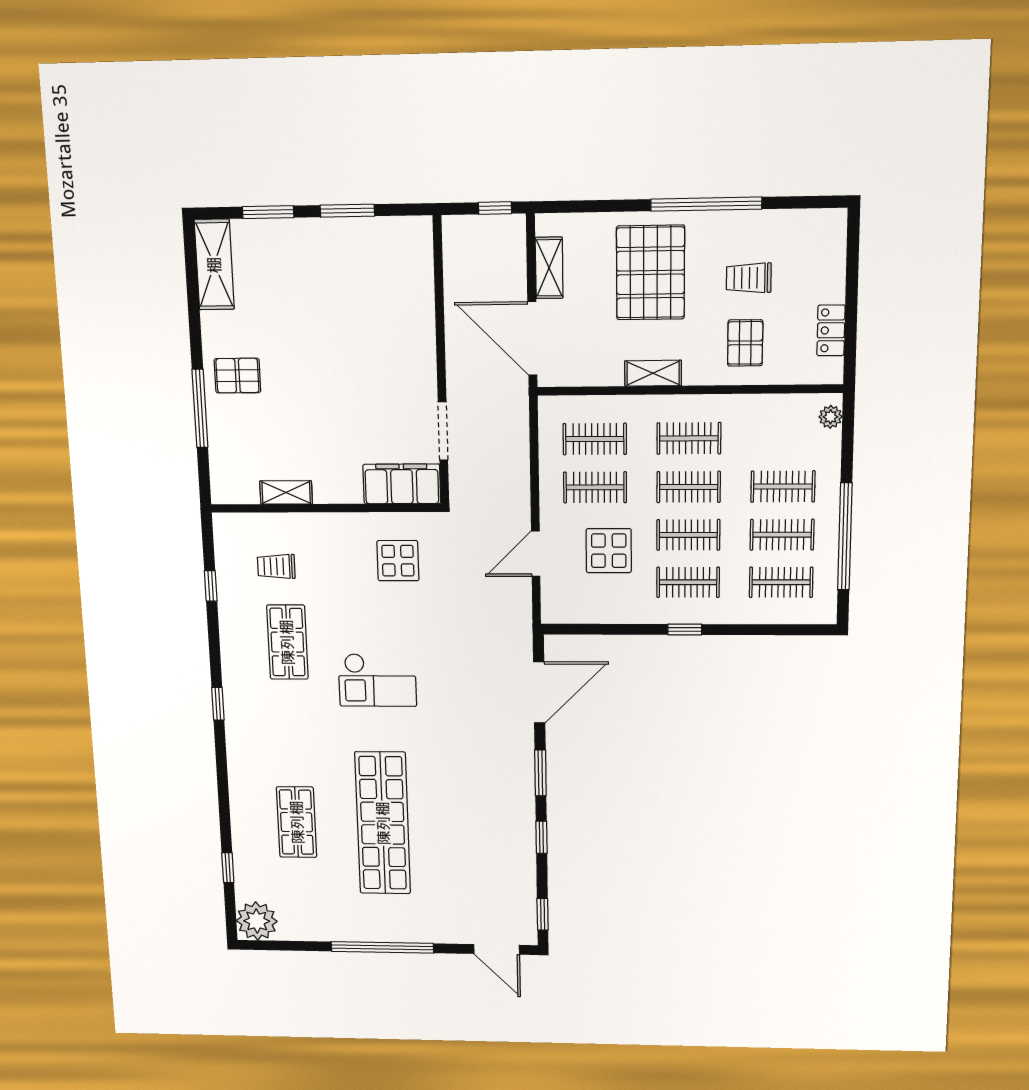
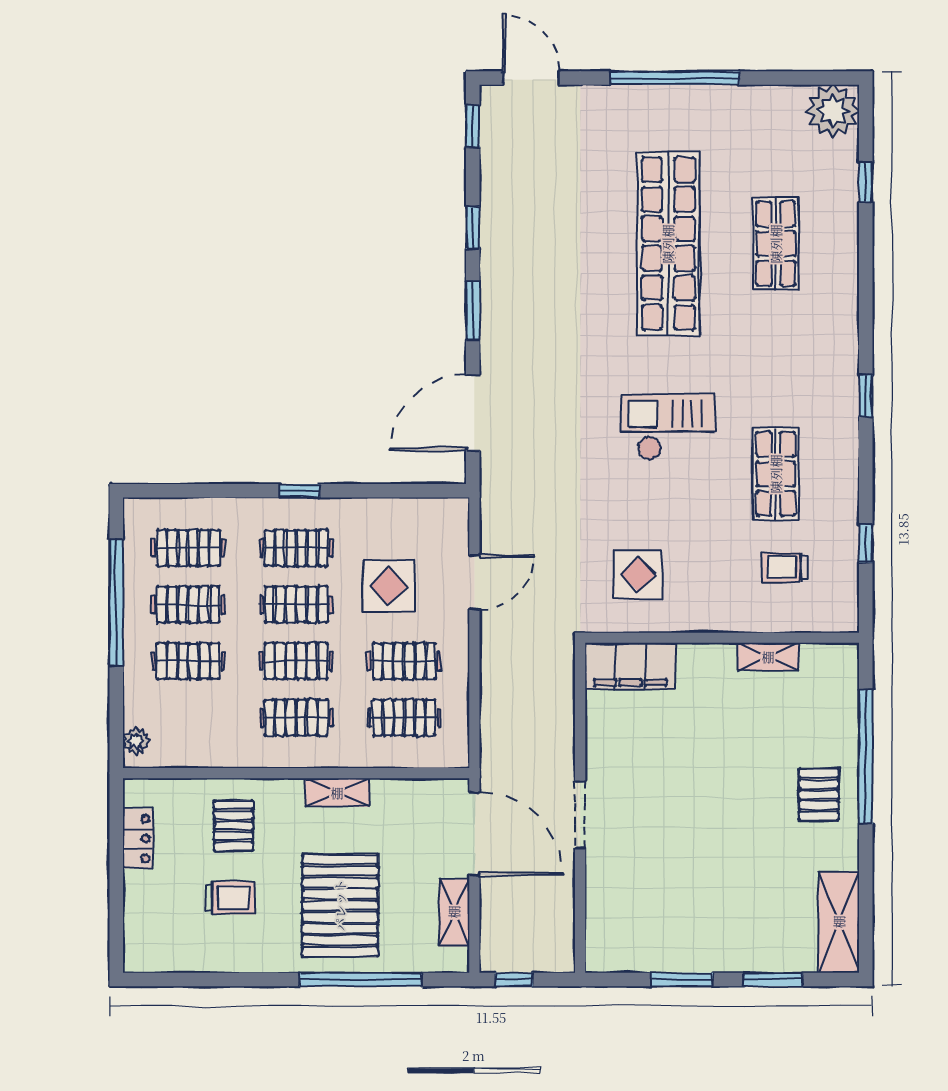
window: (706, 204) -> (361, 979), moved
pallet: (237, 376) -> (819, 795), turned 90
window: (200, 408) -> (866, 757), width x1.46
doorway: (443, 431) -> (580, 815), moved
trolley: (276, 566) -> (785, 567), turned 180

